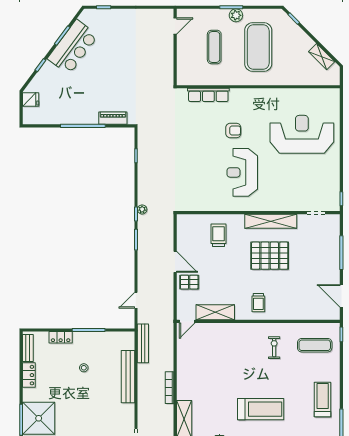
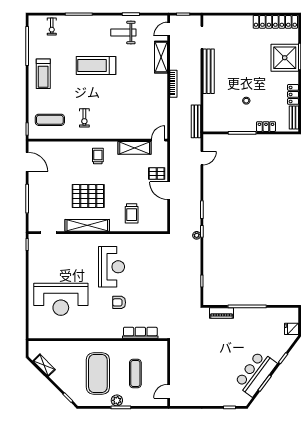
bench: (128, 377) -> (209, 71), moved

